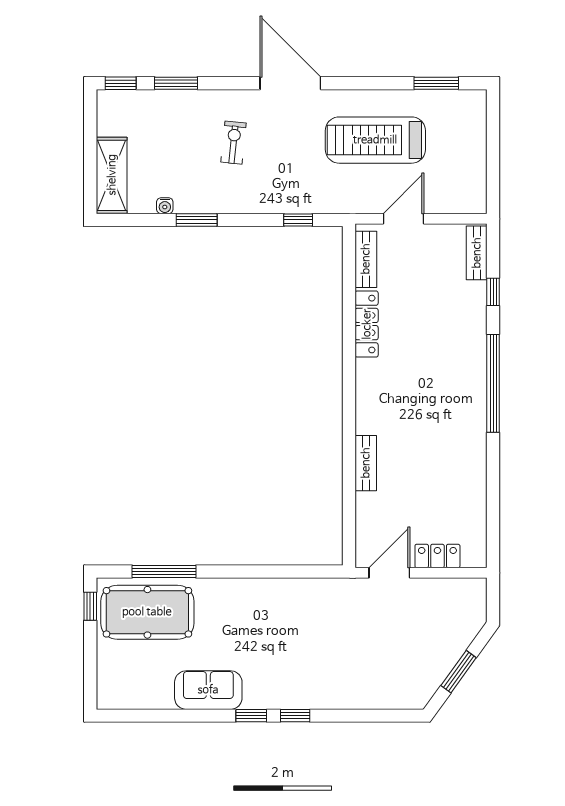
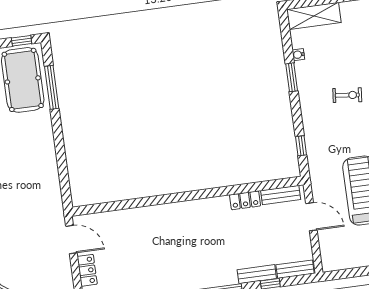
locker: (367, 324) -> (245, 200), width x0.66
bench: (366, 463) -> (257, 274), moved

